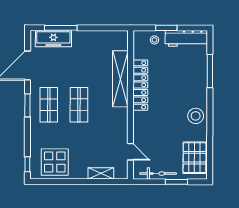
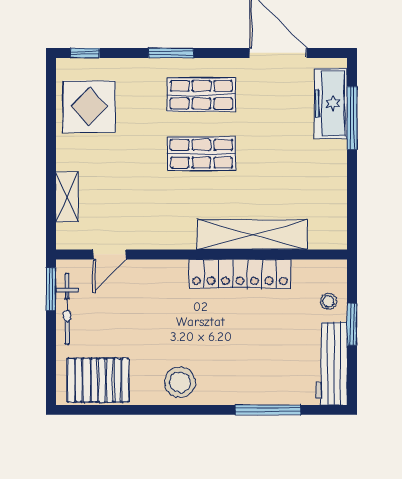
window: (27, 105) -> (171, 53), moved
window: (176, 182) -> (51, 289), moved

